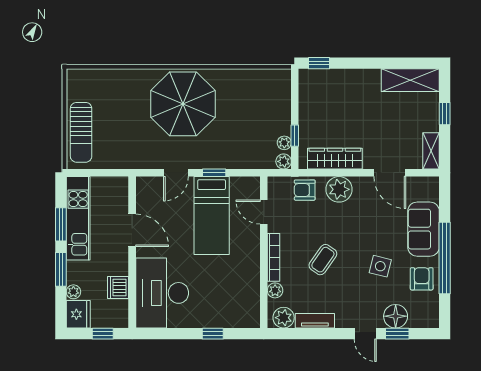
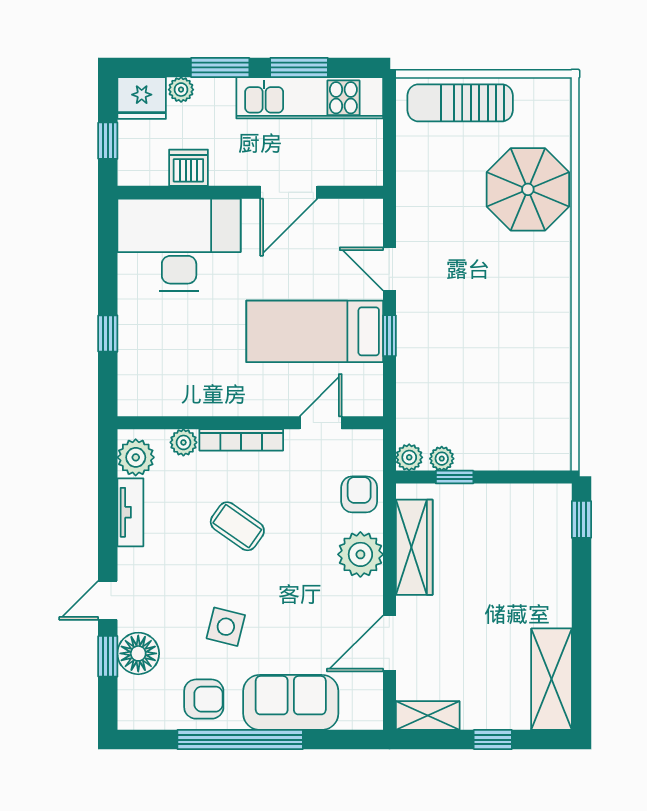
parasol: (183, 104) -> (528, 189), moved, width x0.73, depth x0.73

